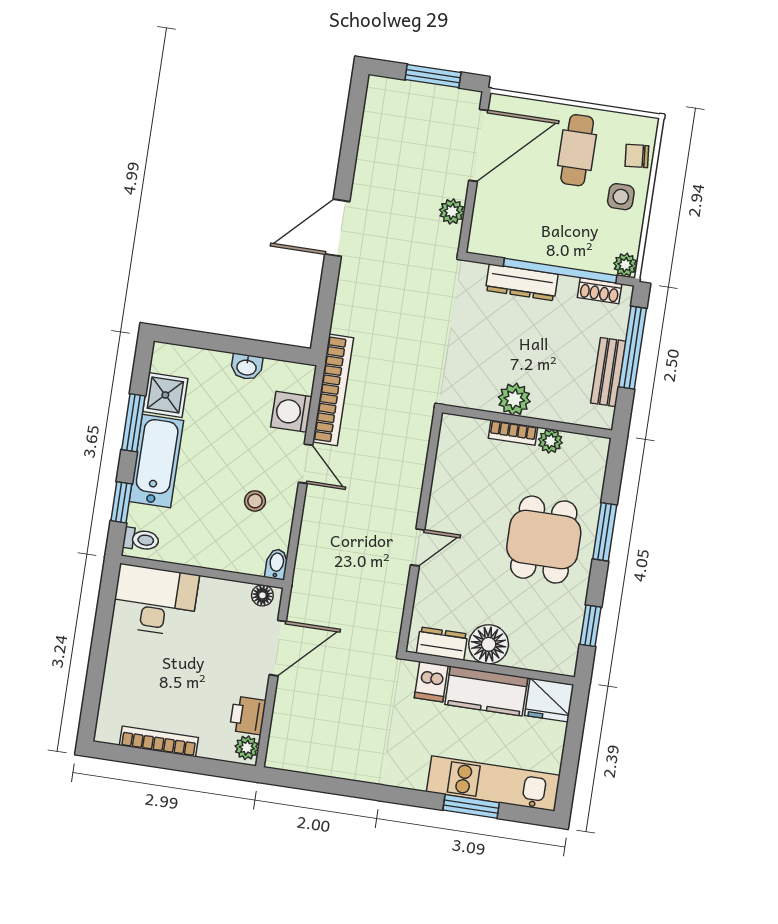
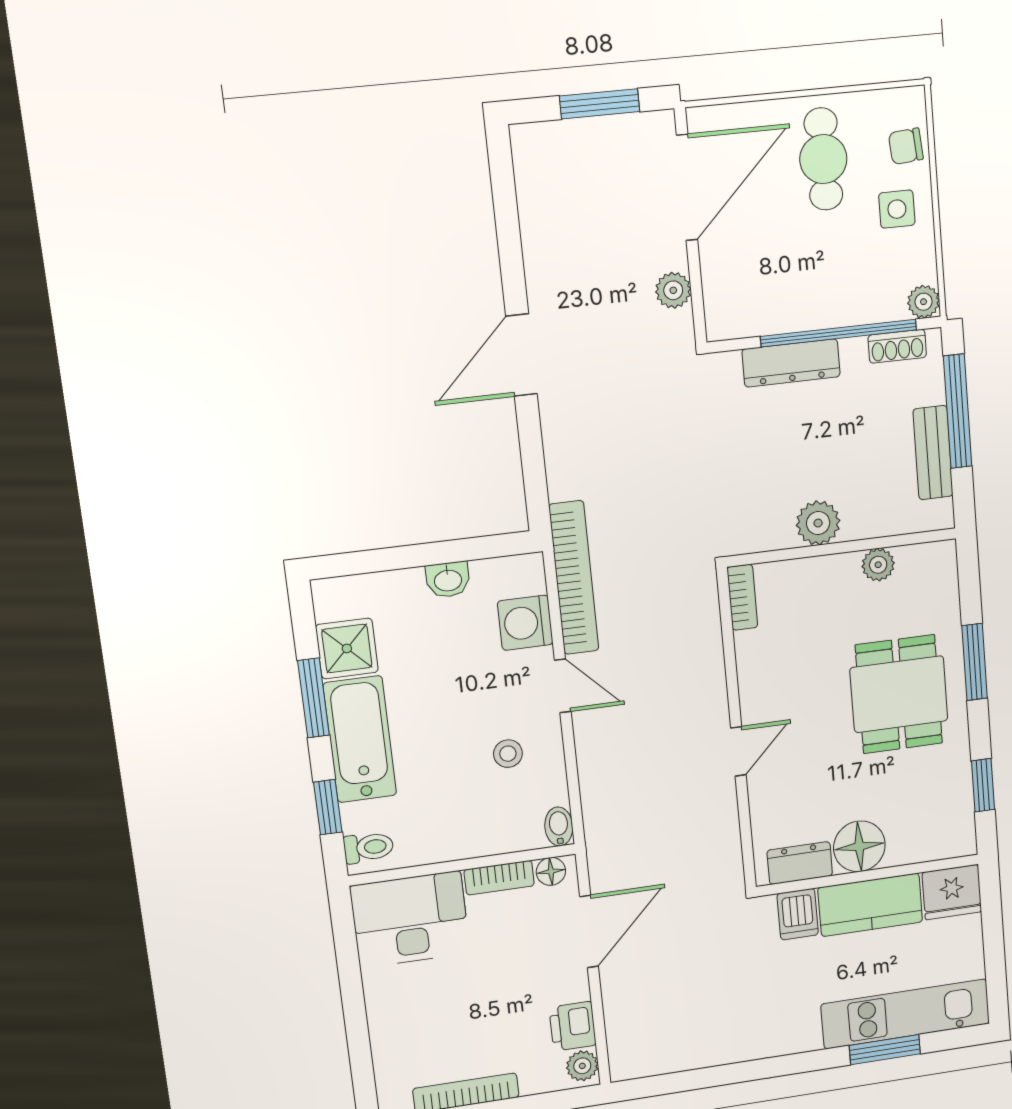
bookcase: (513, 433) -> (742, 597), moved, turned -90
bookcase: (225, 589) -> (499, 878), added

